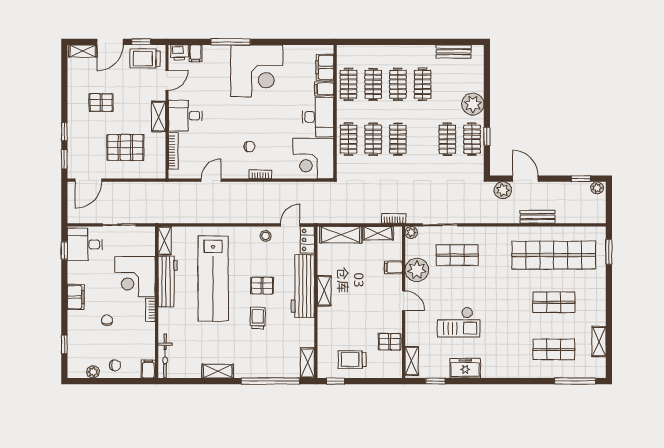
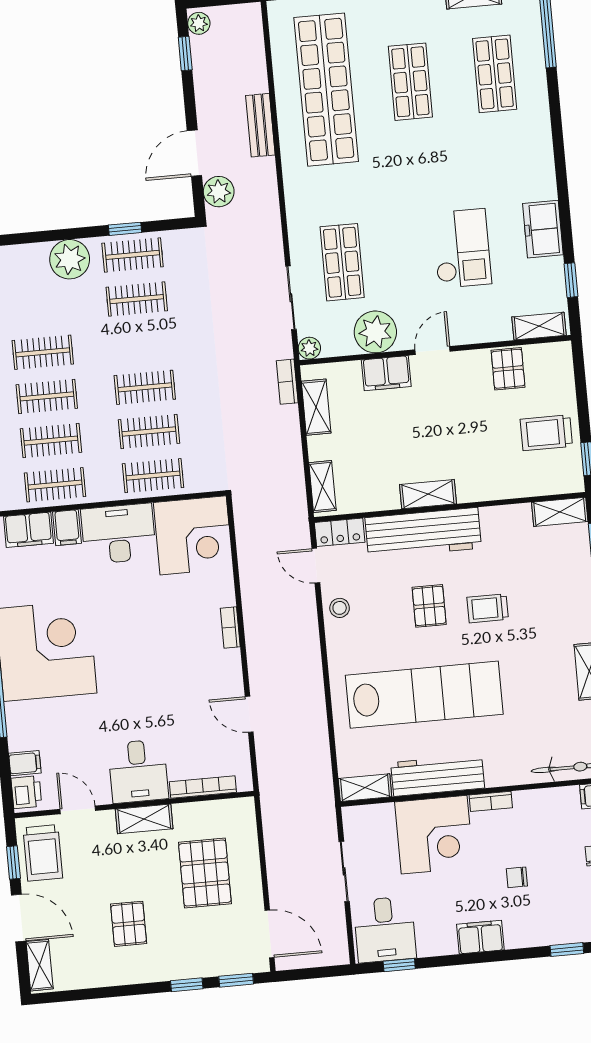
chair: (249, 147) -> (183, 651), removed
shelving: (341, 235) -> (322, 487), width x0.67, depth x0.75
filing cabinet: (393, 267) -> (386, 373), width x2.00
trolley: (352, 360) -> (546, 433), turned 90

